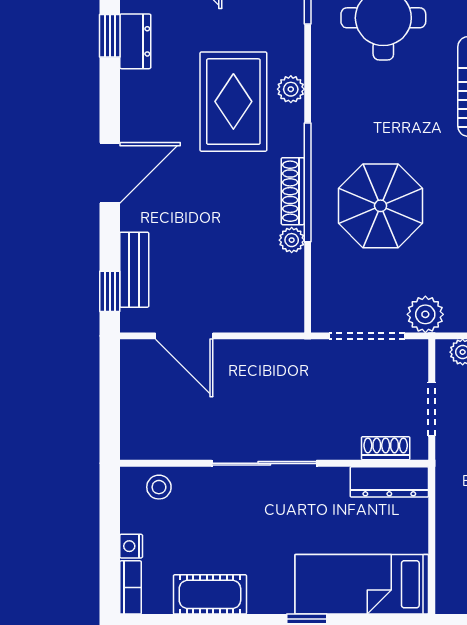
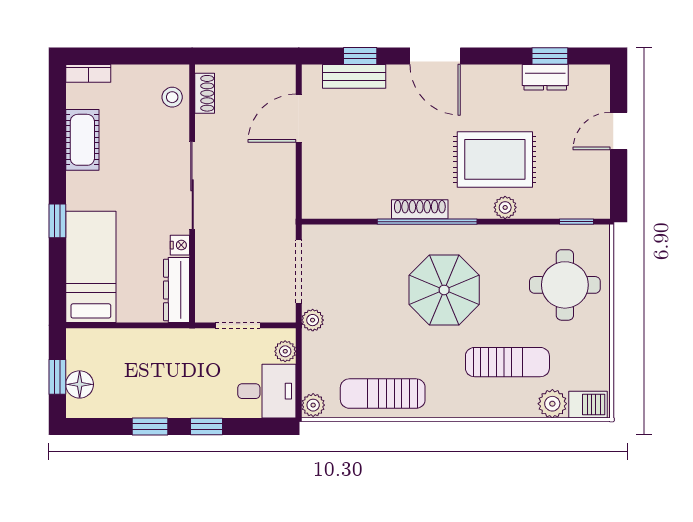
parasol: (381, 206) -> (444, 290), moved
plant: (292, 240) -> (379, 208), removed
window: (110, 291) -> (360, 56), moved
plant: (425, 314) -> (313, 320), width x0.73, depth x0.73
shoe rack: (386, 448) -> (205, 93), moved
nightstand: (131, 546) -> (180, 245), moved, turned 90

